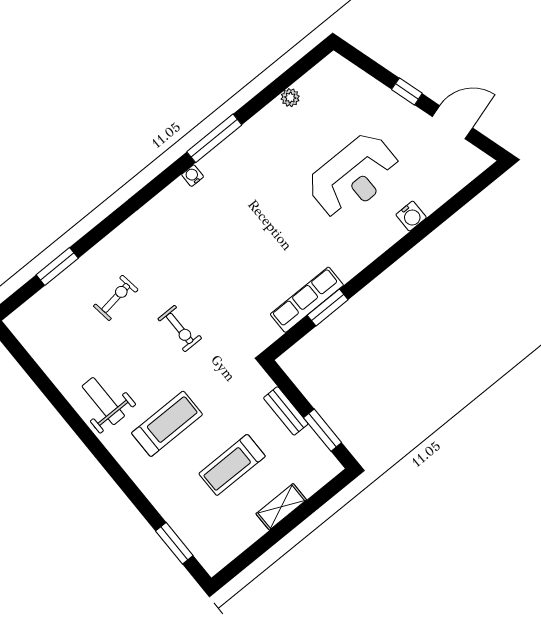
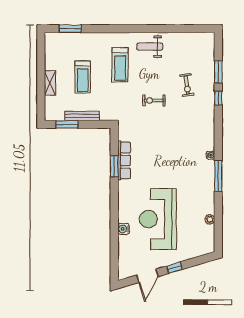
reception desk: (354, 176) -> (158, 219), width x1.36, depth x1.30
window: (96, 234) -> (218, 98), added
weight bench: (103, 401) -> (150, 47), turned 180
bench: (286, 411) -> (82, 116), width x1.36
treadmill: (232, 465) -> (83, 77), turned 180

